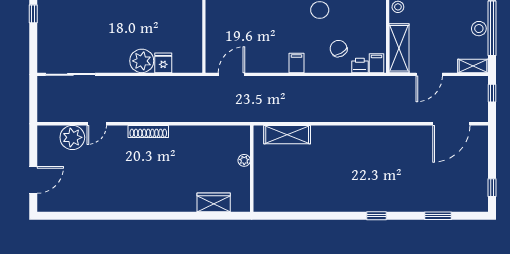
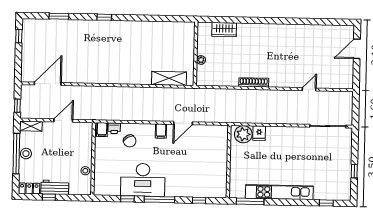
shelving: (399, 48) -> (85, 140), removed
plant: (142, 61) -> (243, 134), moved
door: (231, 74) -> (183, 123), moved
shoe rack: (148, 131) -> (254, 82), moved
plant: (72, 137) -> (327, 80), removed

